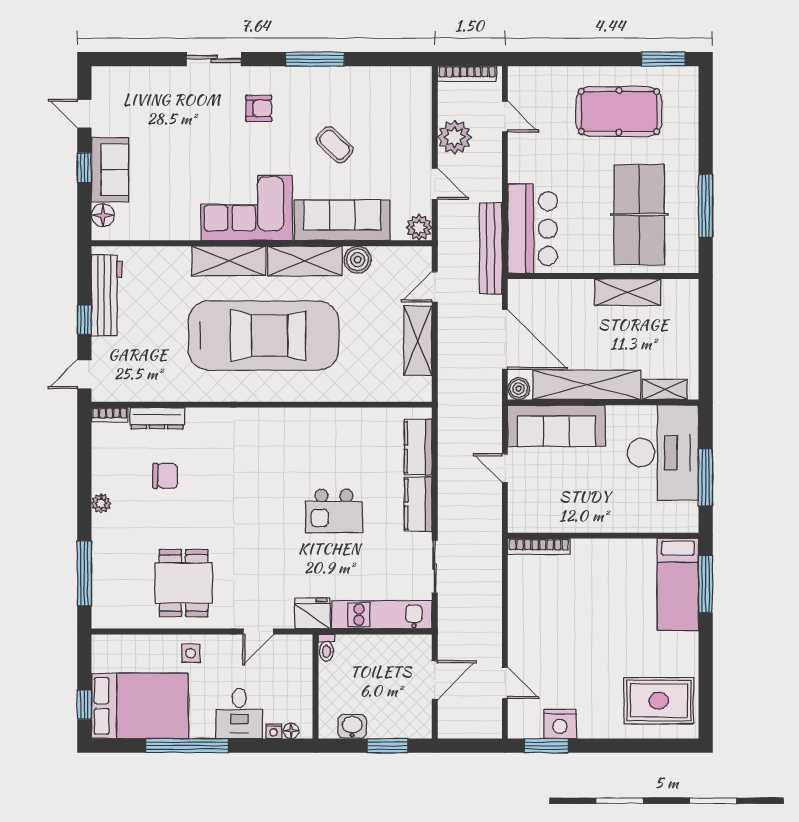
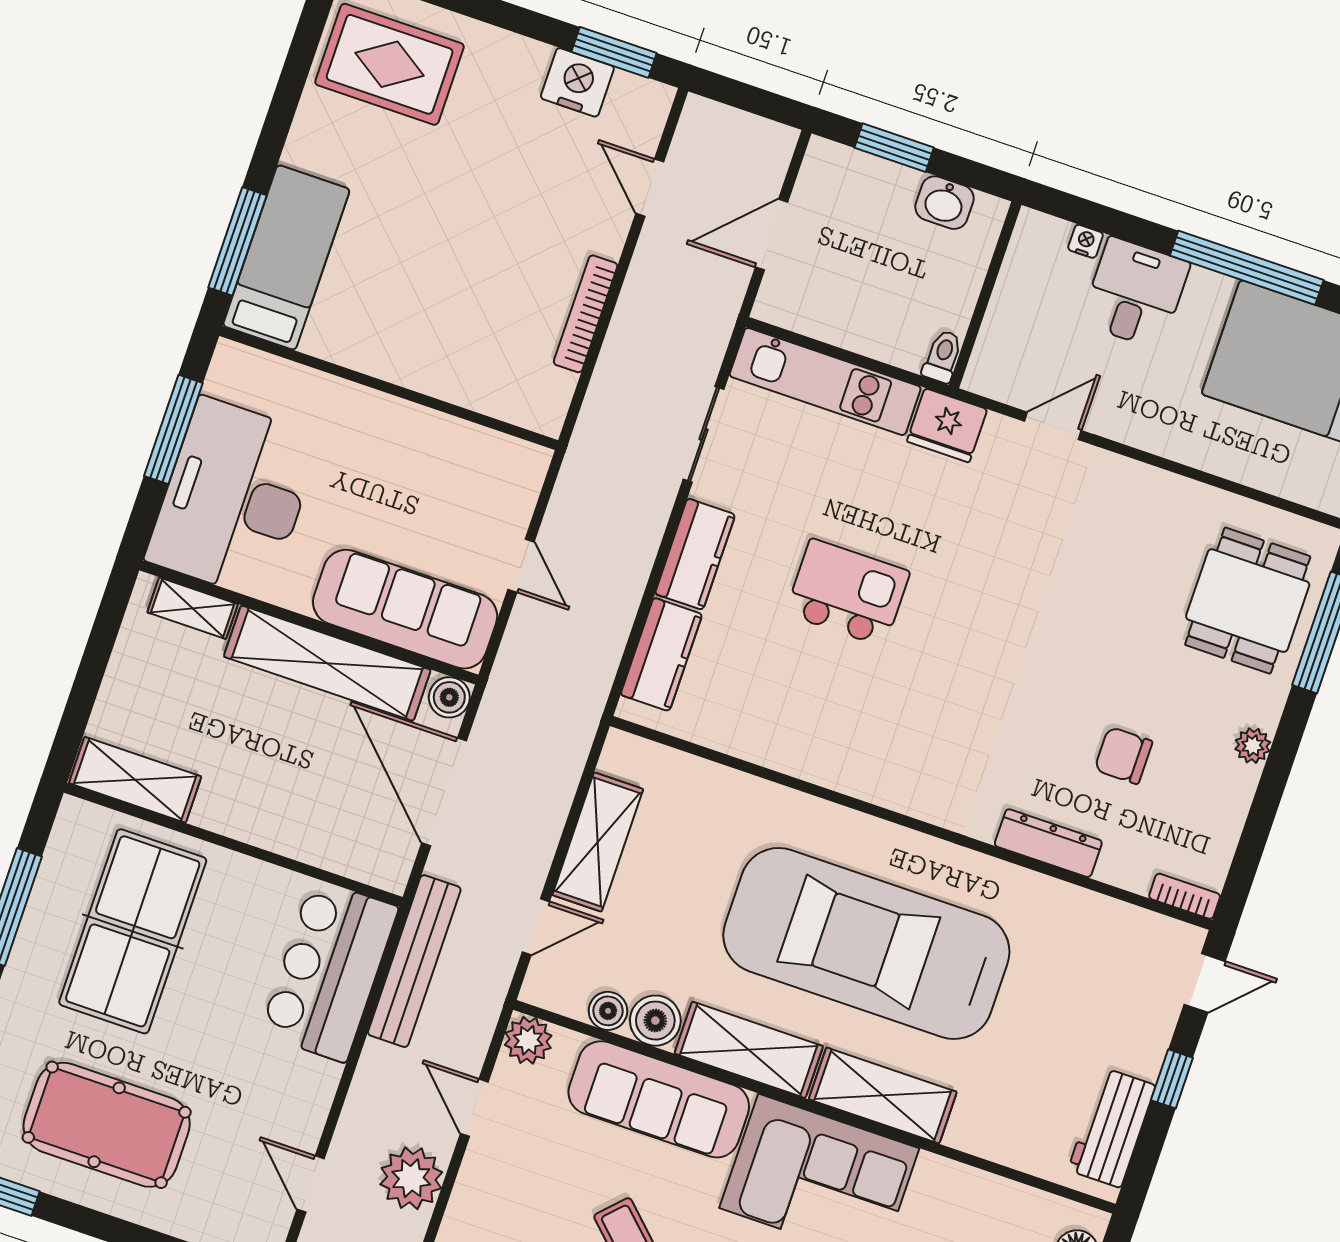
boiler: (383, 256) -> (608, 1011), added
shelving: (628, 292) -> (135, 780), moved
workbench: (107, 295) -> (1112, 1128), width x0.73
dresser: (157, 418) -> (1048, 843), moved
bookcase: (539, 546) -> (586, 314), moved, turned -90
dining table: (184, 583) -> (1248, 601), moved
side table: (191, 653) -> (1185, 428), removed
floor lamp: (291, 731) -> (1055, 231), removed

